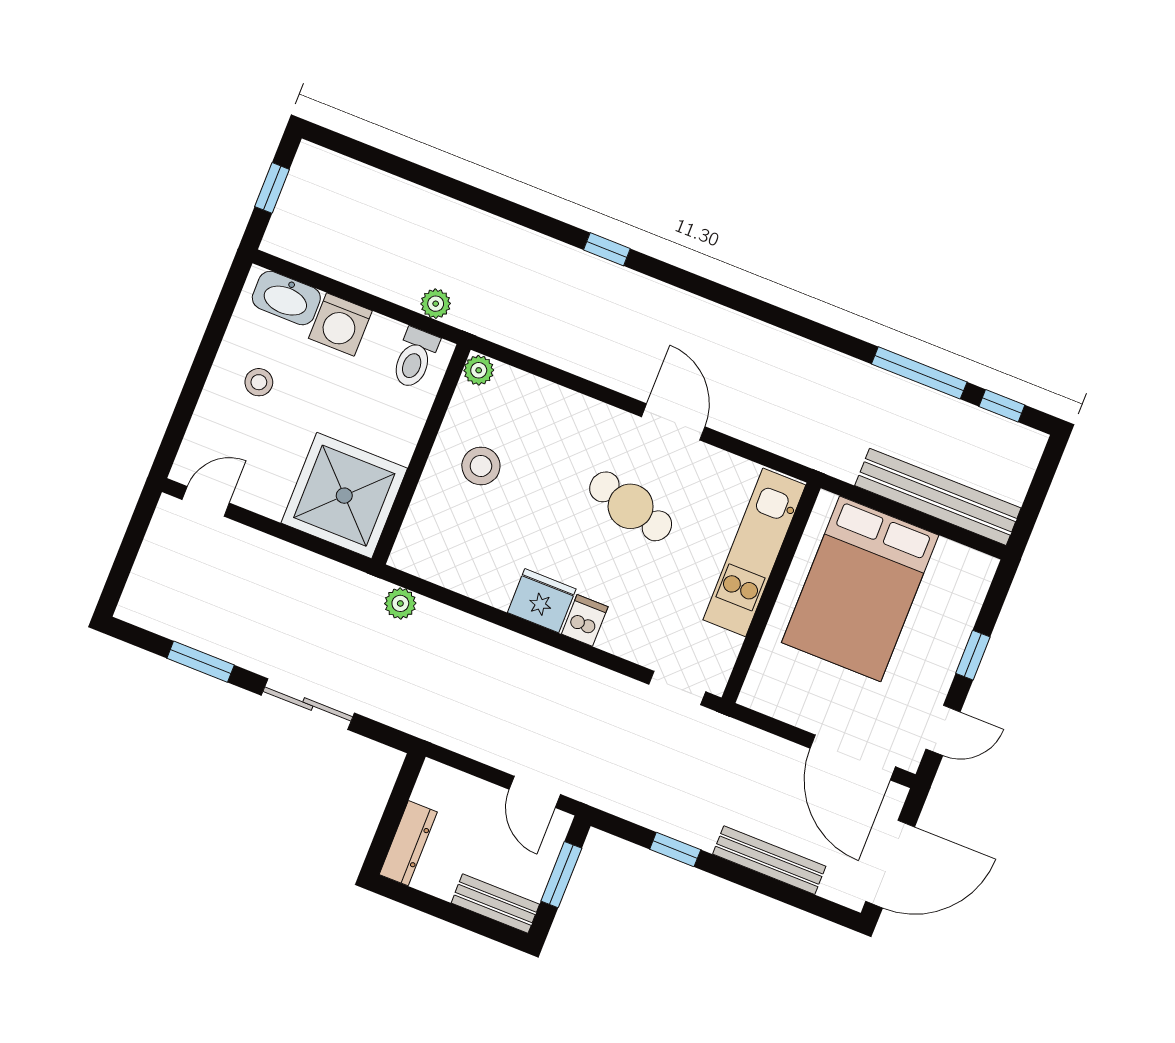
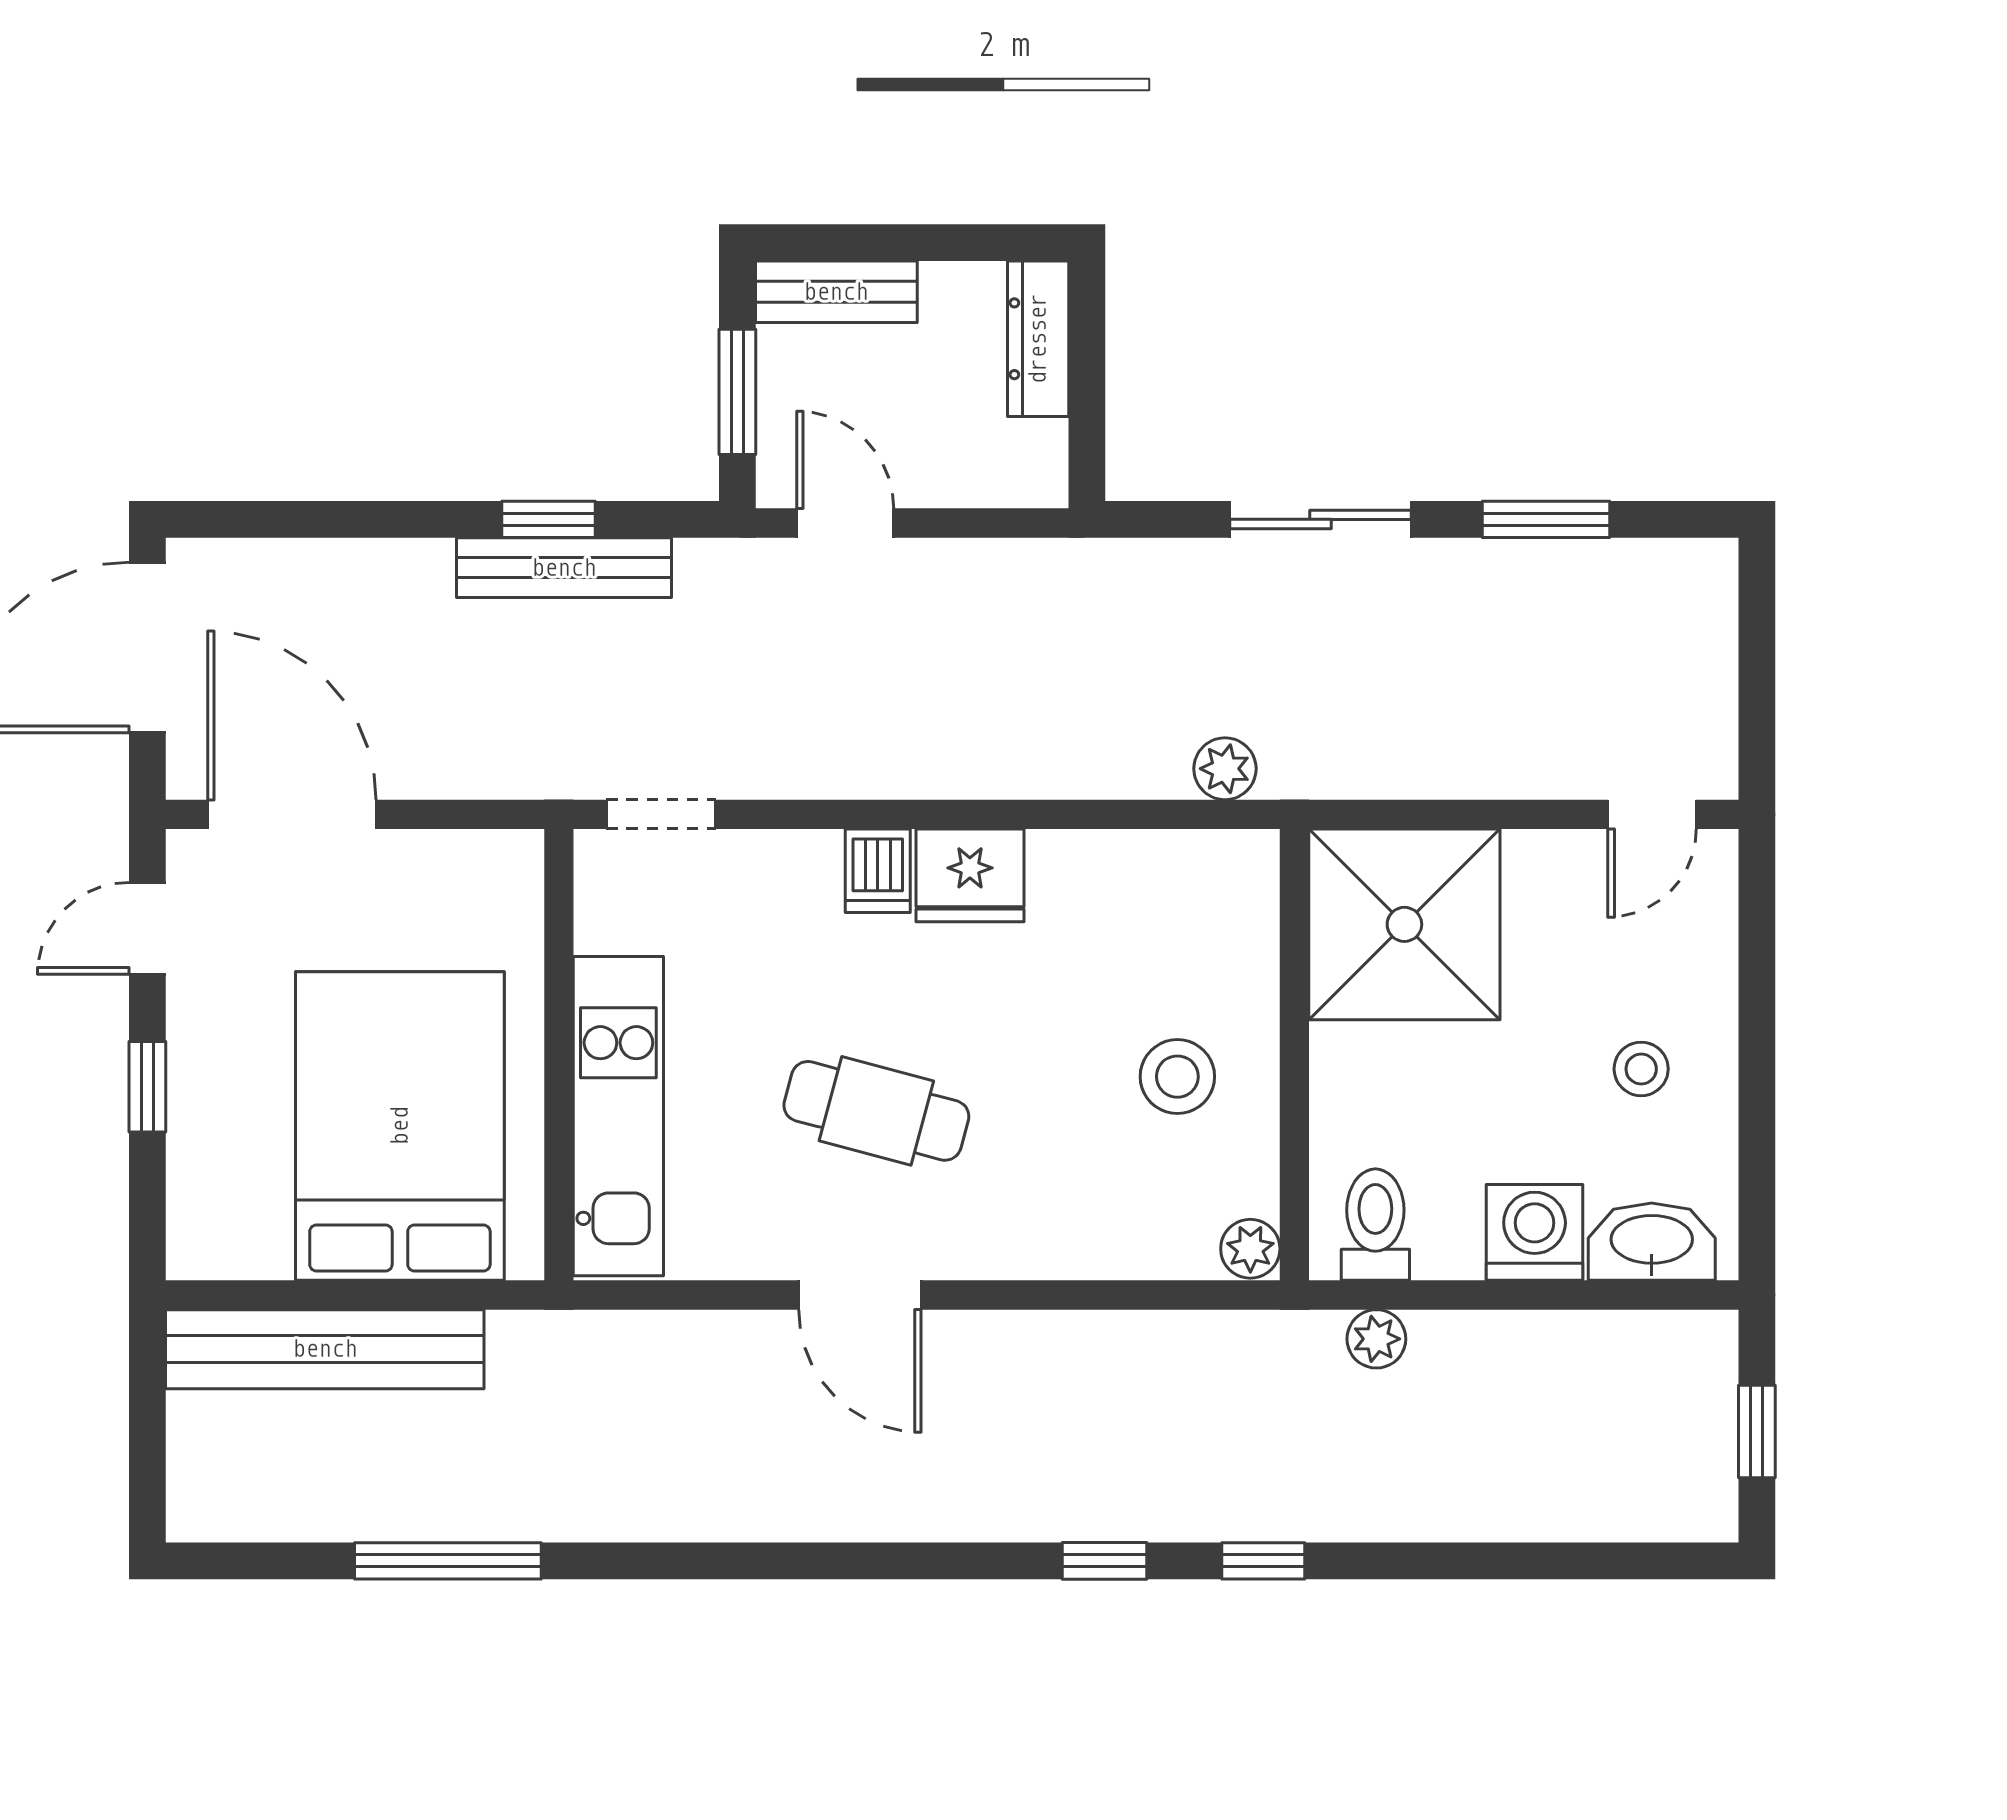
window: (1002, 406) -> (1263, 1561), moved
bench: (769, 860) -> (564, 568), moved

